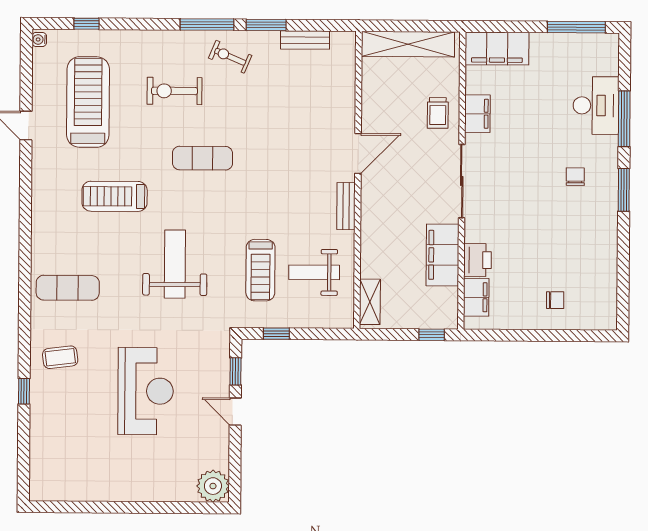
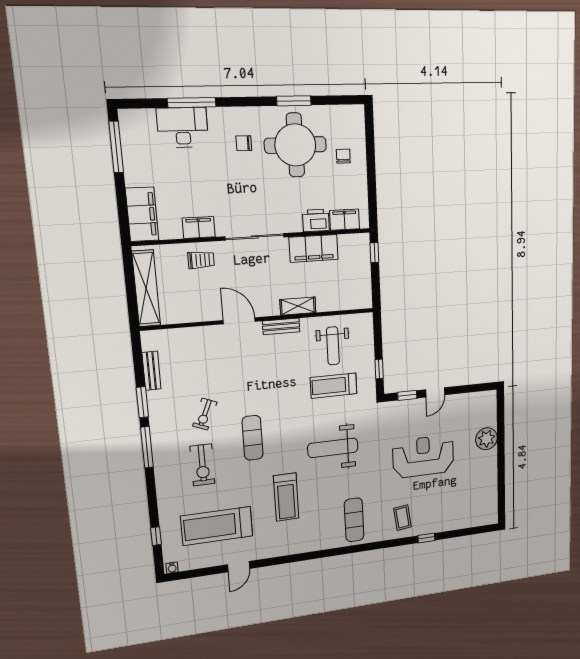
exercise bike: (230, 57) -> (205, 414), moved
window: (624, 190) -> (294, 101), moved
round table: (571, 240) -> (295, 145), added
treadmill: (260, 270) -> (334, 386), turned 180
shelving: (370, 302) -> (298, 306), moved
plant: (213, 486) -> (486, 439), moved

